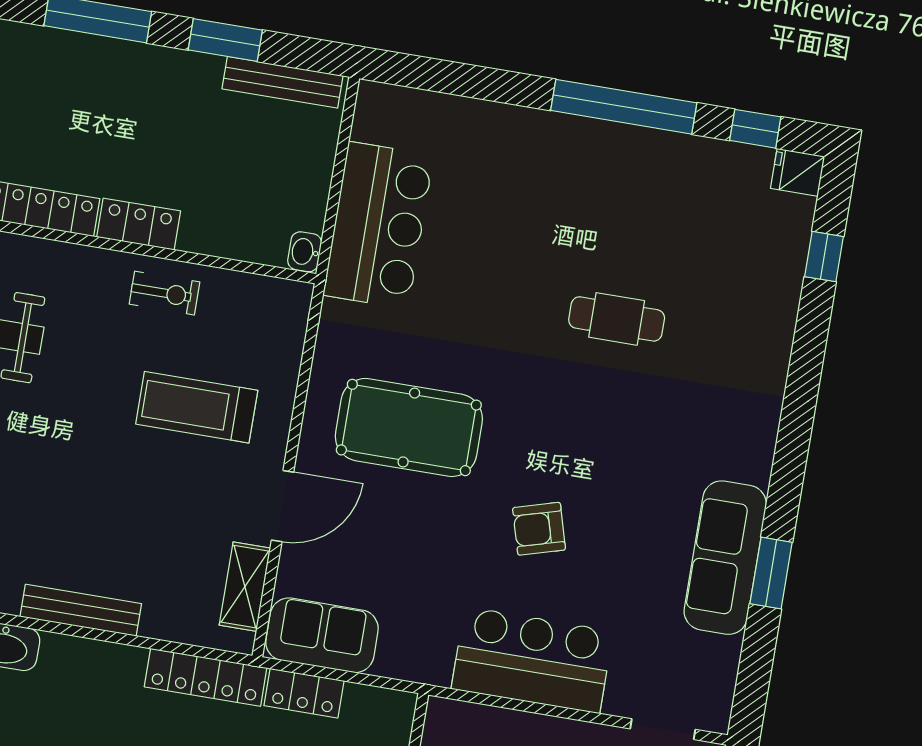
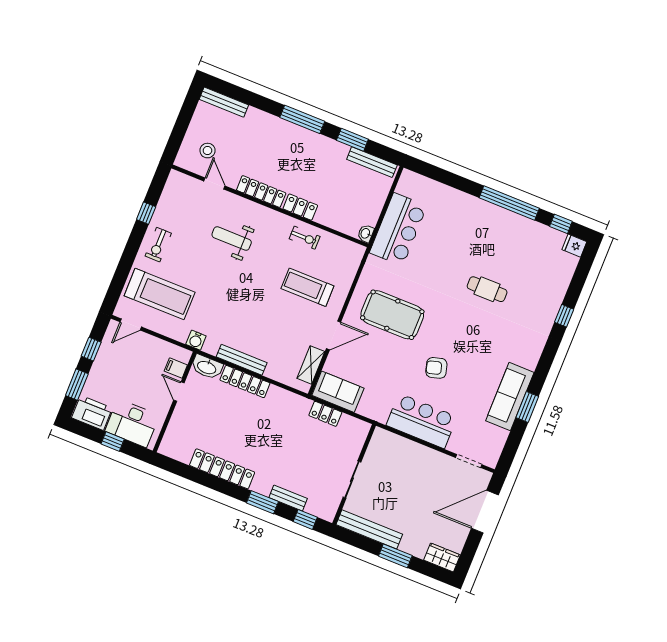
window: (824, 257) -> (564, 316), moved
locker: (206, 677) -> (245, 382), moved

